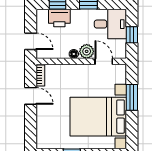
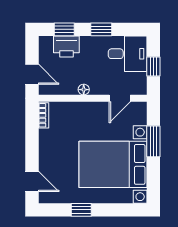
plant: (87, 51) -> (99, 86), removed
door: (104, 61) -> (120, 98), swing flipped
door: (31, 96) -> (32, 182), moved

